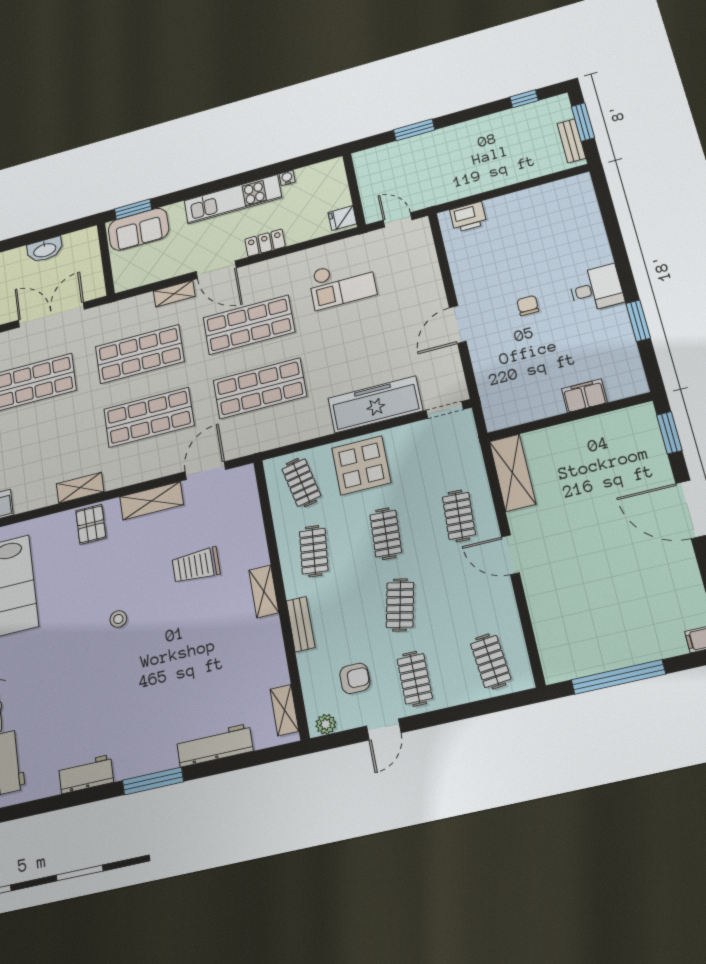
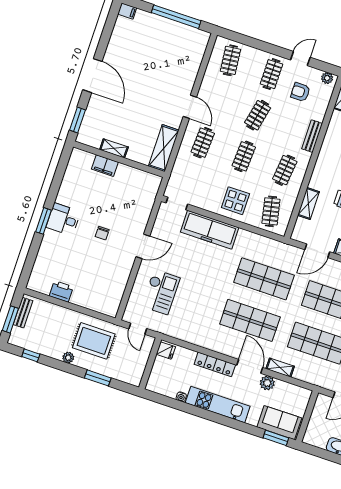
plant: (471, 128) -> (68, 358), added
rug: (449, 169) -> (94, 341), added
printer: (468, 217) -> (61, 291), moved
locker: (265, 243) -> (215, 364), width x1.53
plant: (181, 265) -> (267, 383), added
checkout: (342, 283) -> (161, 292), moved, turned 90
window: (638, 321) -> (44, 221), moved
shelving: (587, 427) -> (114, 148), added
display table: (361, 465) -> (235, 201), width x0.73, depth x0.73
shelving: (264, 591) -> (308, 204), moved

